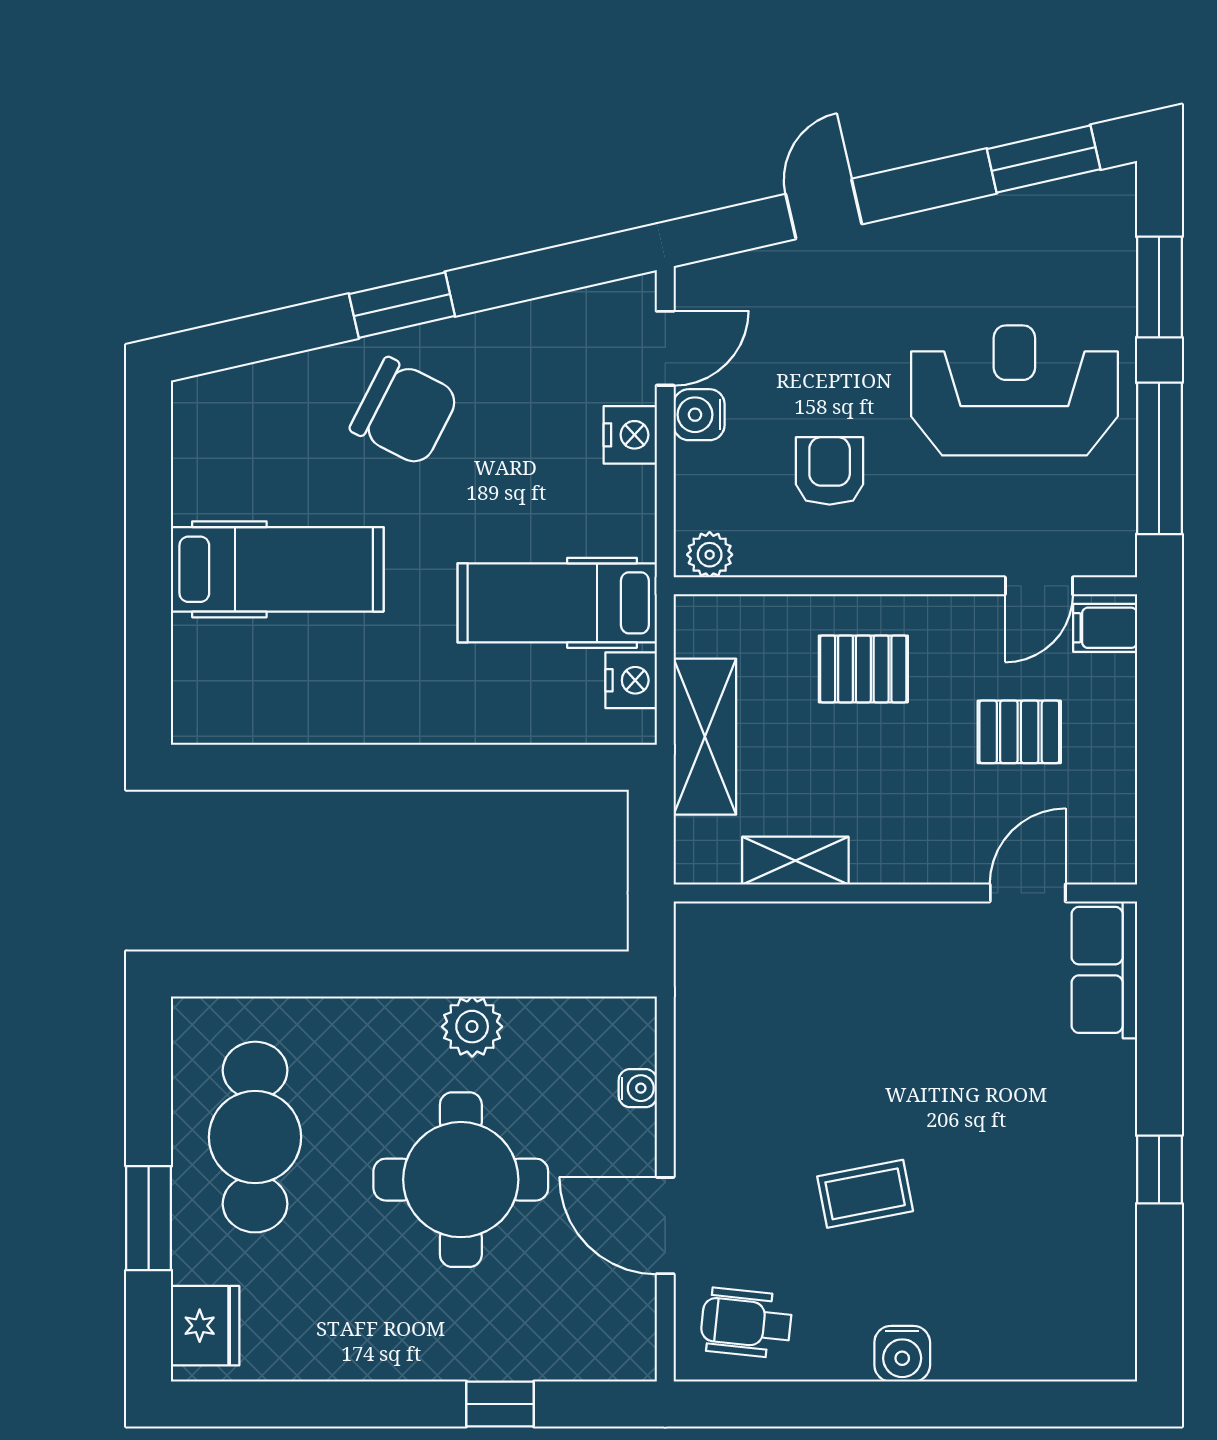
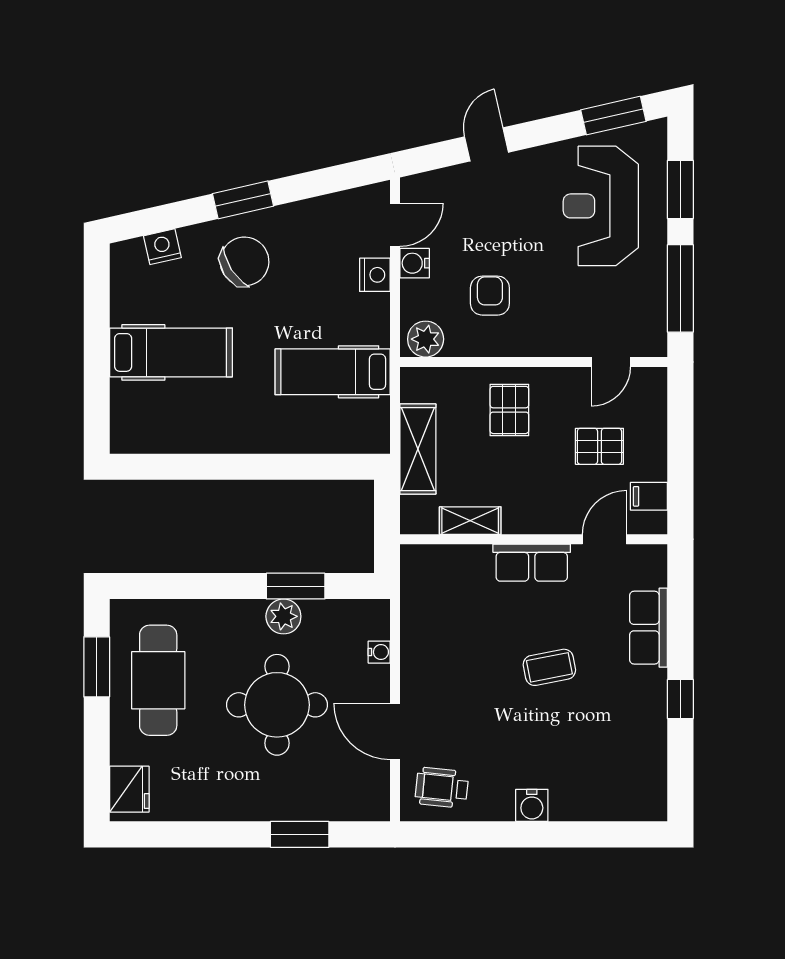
reception desk: (1014, 390) -> (601, 206), moved, turned -90
chair: (405, 412) -> (245, 261), turned -60
plant: (710, 555) -> (426, 339), width x1.38, depth x1.38
filing cabinet: (1105, 628) -> (649, 496), moved
pallet: (863, 669) -> (509, 410), turned 90
nightstand: (631, 680) -> (162, 247), moved, turned -103
row of seats: (902, 933) -> (532, 563), added
row of seats: (1104, 970) -> (649, 628), moved
window: (493, 974) -> (296, 586), added
coffee table: (865, 1194) -> (549, 667), moved
window: (149, 1218) -> (97, 667), moved
window: (500, 1404) -> (300, 834), width x1.50

